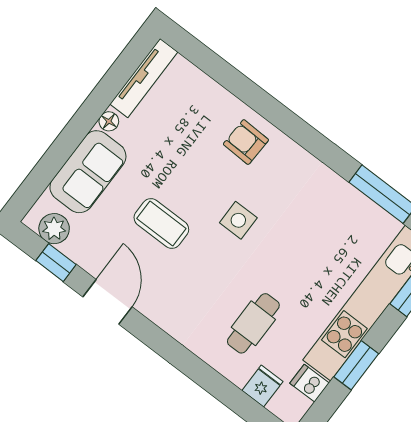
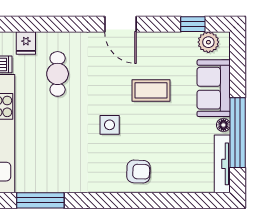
window: (99, 100) -> (238, 133), added
door: (107, 302) -> (120, 24), moved

